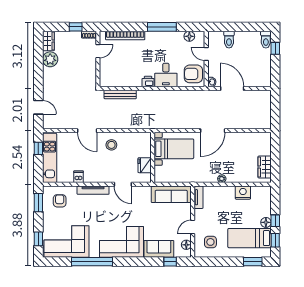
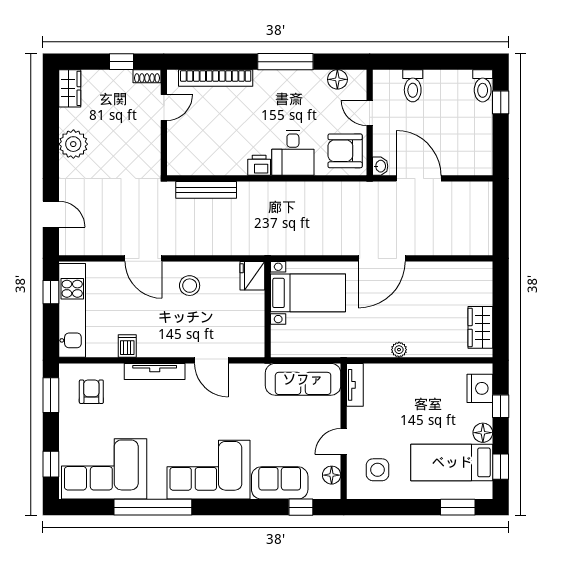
plant: (50, 59) -> (73, 144), moved
fridge: (145, 165) -> (252, 276), moved
nightstand: (243, 193) -> (480, 388), moved, turned 90
window: (275, 221) -> (501, 406), moved

